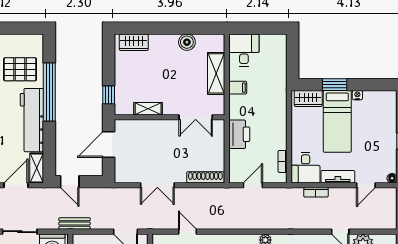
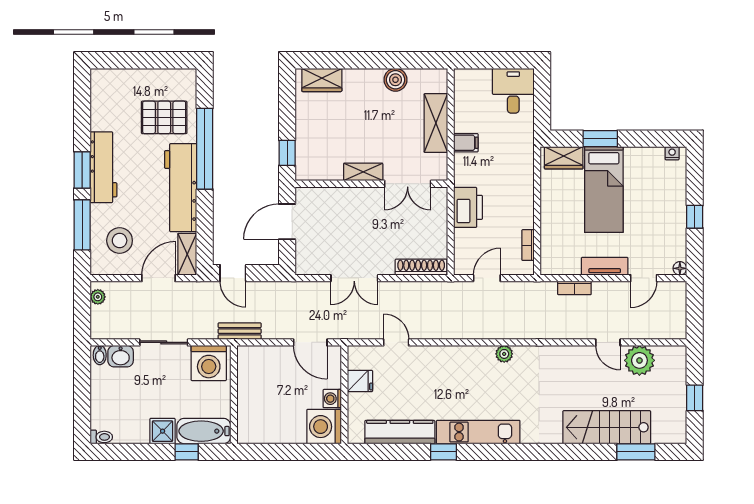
desk: (244, 50) -> (513, 91), moved
nightstand: (357, 95) -> (672, 153), moved
shelving: (148, 109) -> (363, 172), moved
desk: (306, 168) -> (560, 254), removed

